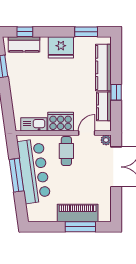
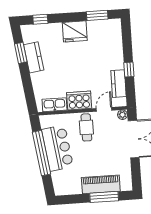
kitchen counter: (24, 44) -> (34, 57), moved, turned -98
kitchen counter: (103, 67) -> (116, 47), removed
bar counter: (34, 171) -> (57, 148), width x0.73
window: (16, 175) -> (42, 153), width x1.46

